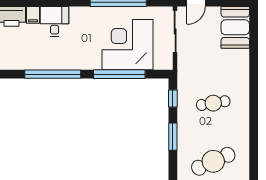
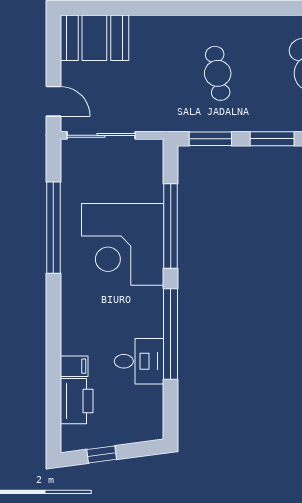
desk: (55, 21) -> (139, 361), moved, turned 180
corner desk: (128, 45) -> (123, 244), moved
window: (173, 99) -> (210, 139), width x1.50

